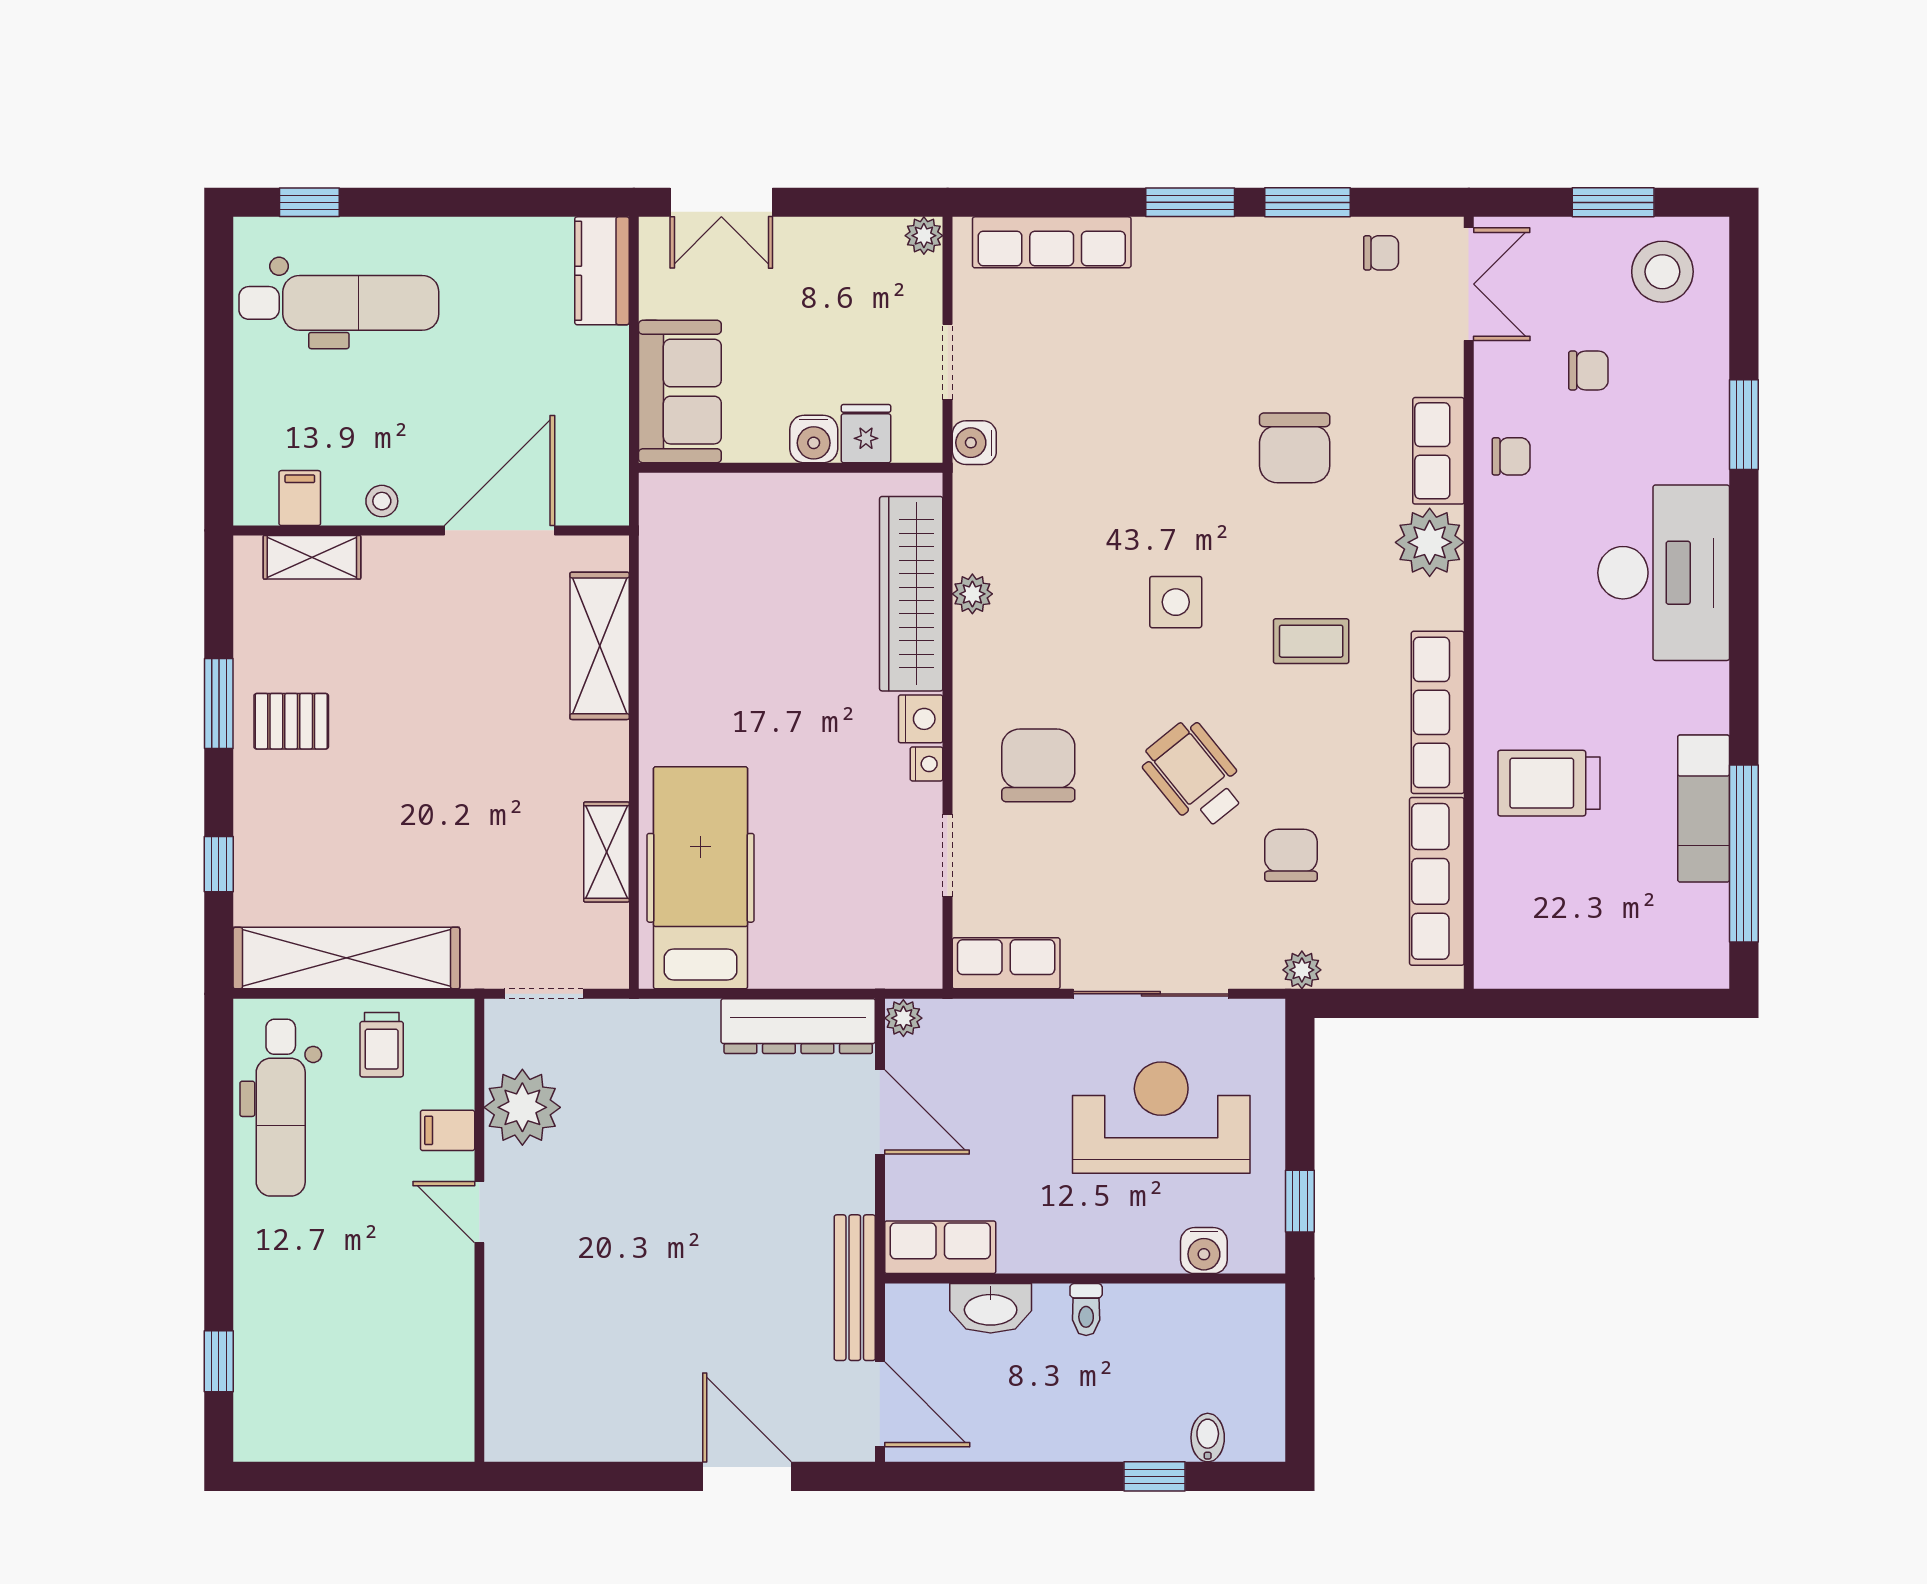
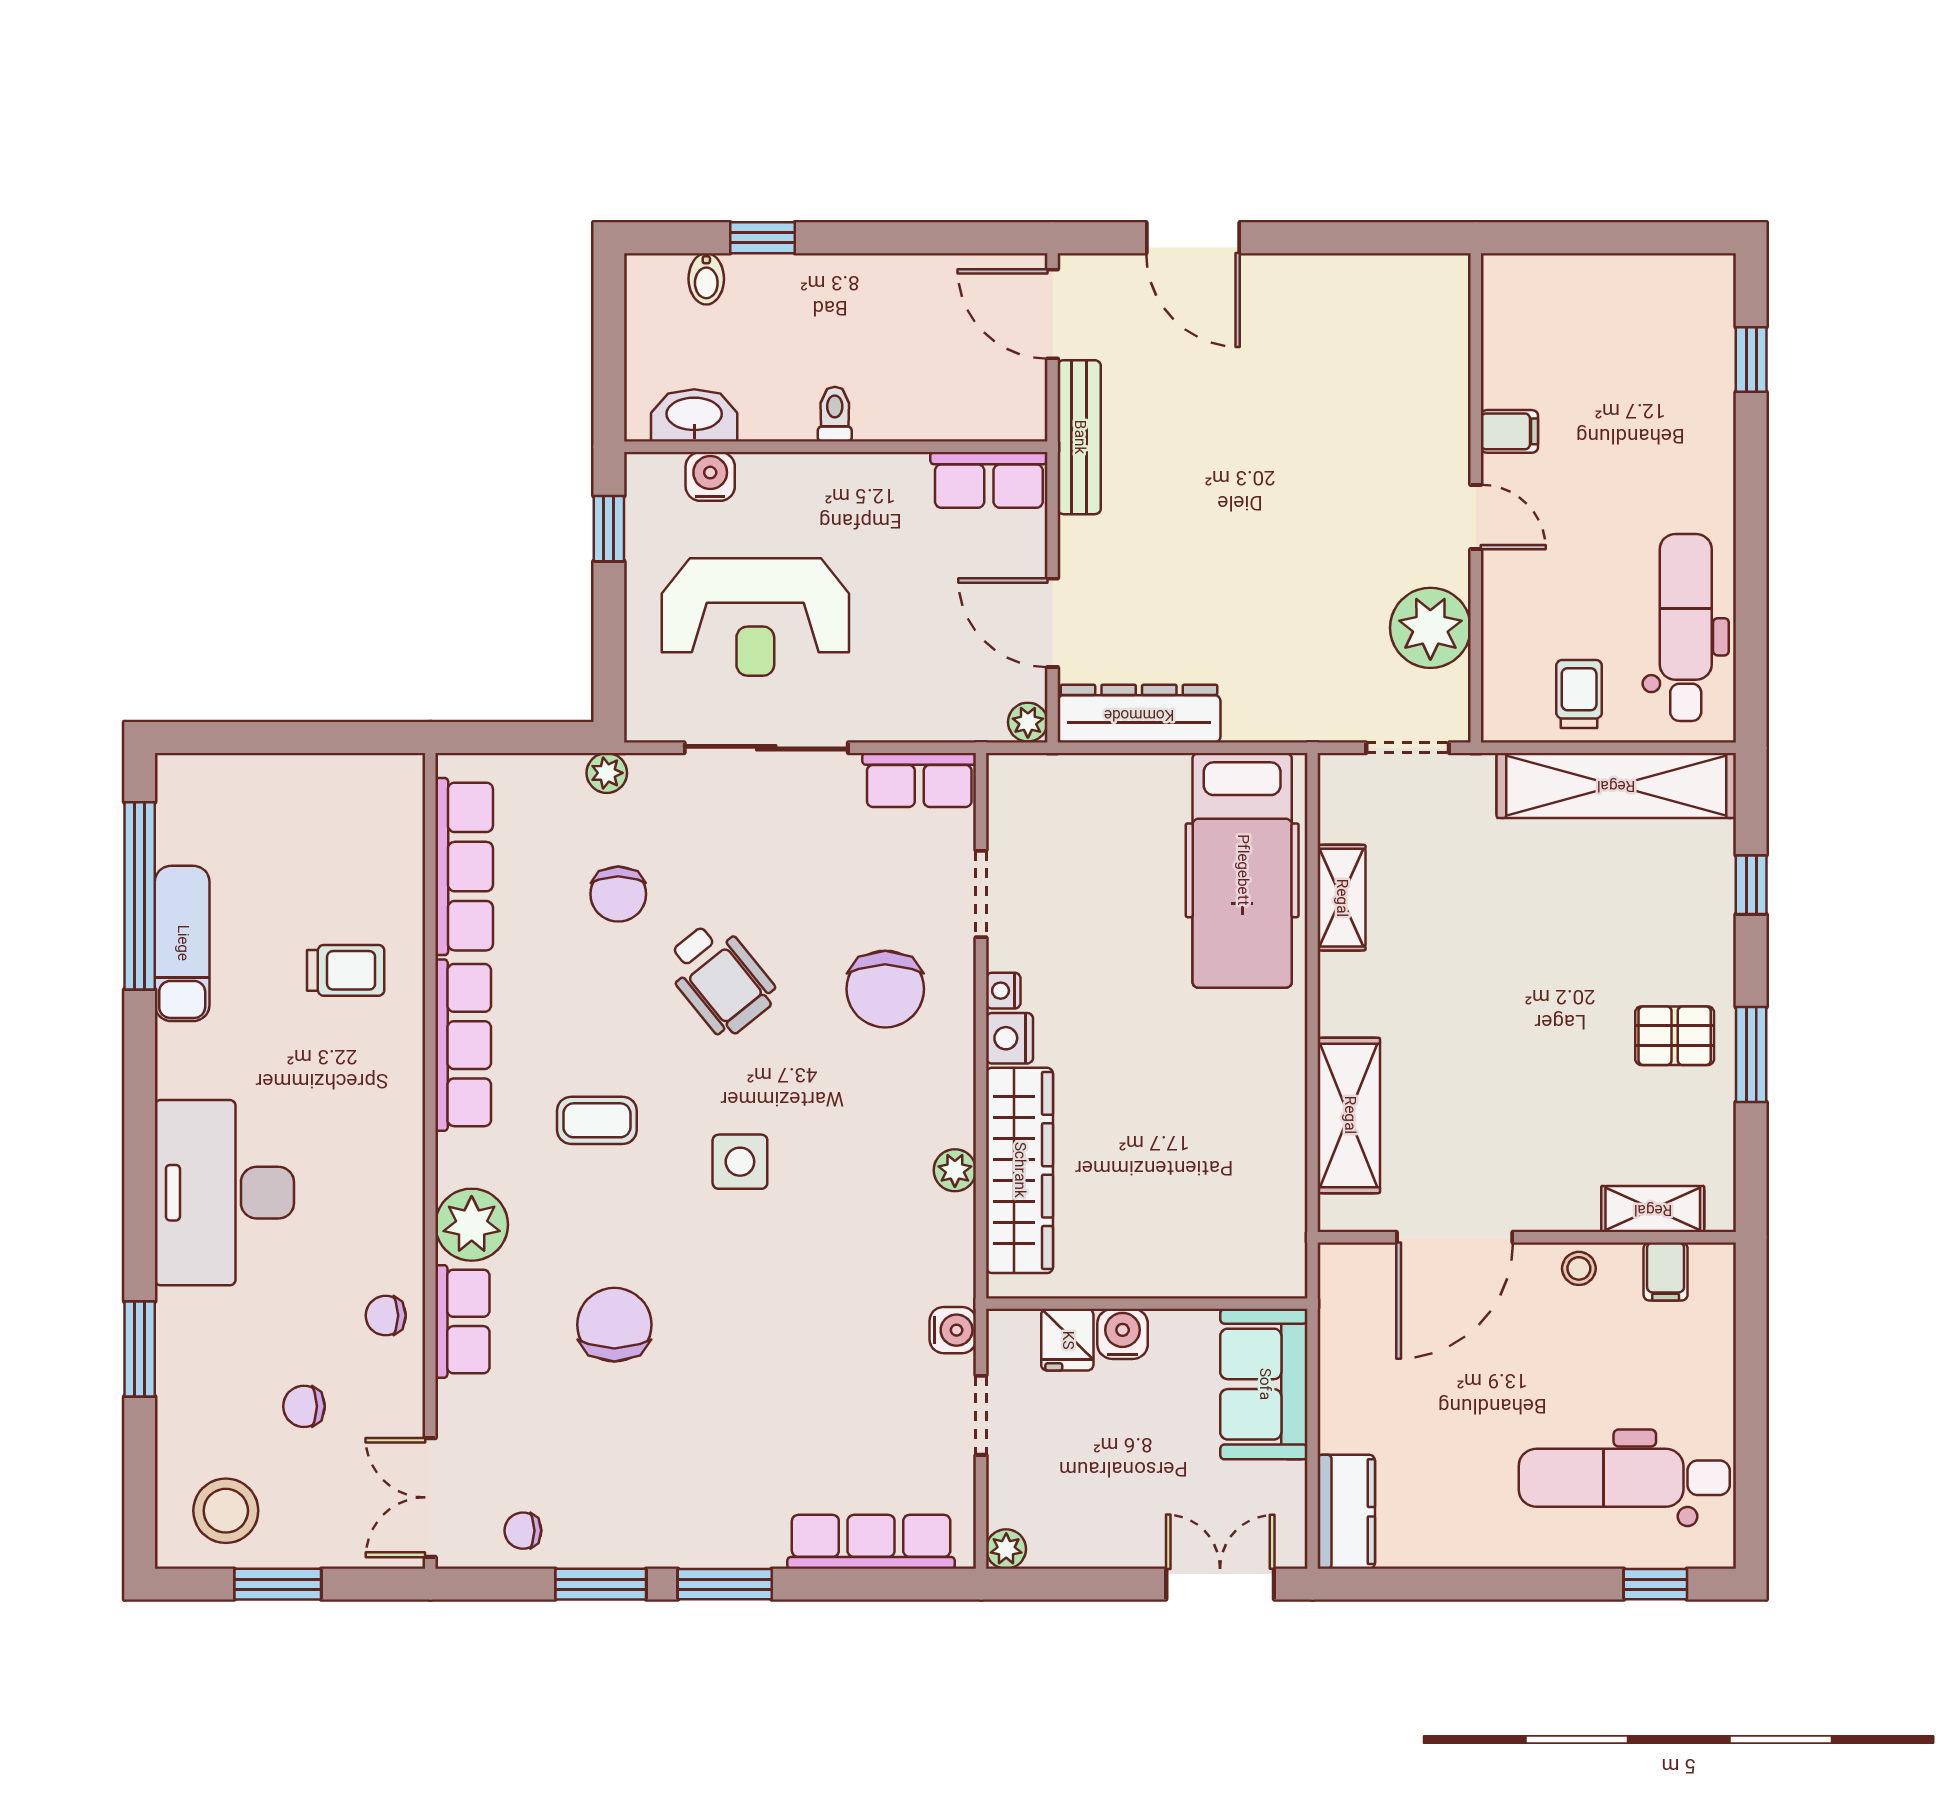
trolley: (1549, 783) -> (346, 970), width x0.73, depth x0.72
filing cabinet: (448, 1130) -> (1509, 431), moved
washbasin: (991, 1308) -> (694, 415), moved

